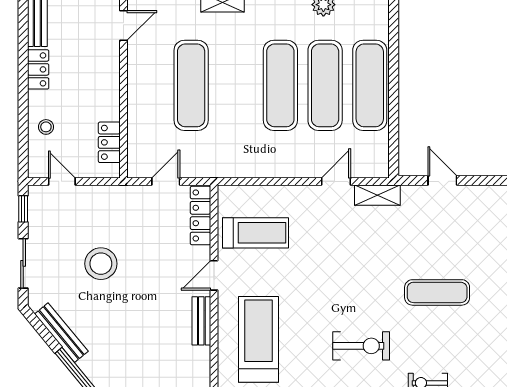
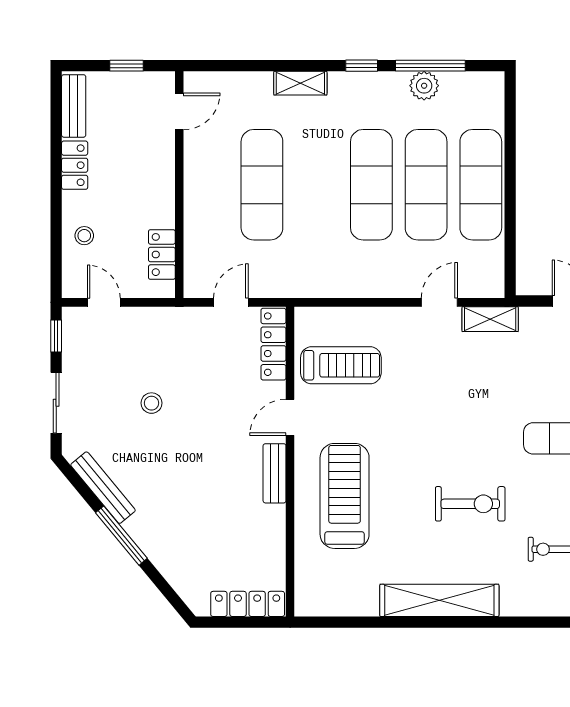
stool: (101, 264) -> (151, 403), width x0.53, depth x0.53

